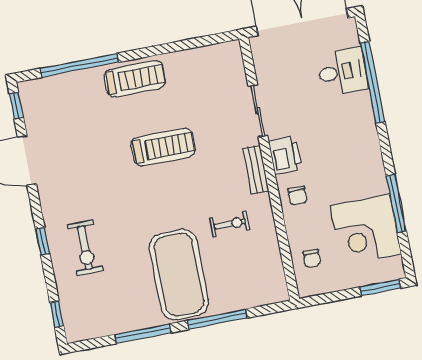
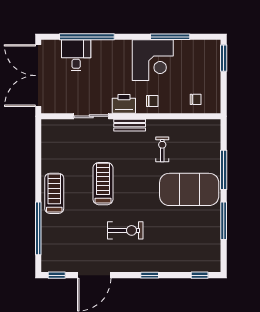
corner desk: (366, 230) -> (153, 60), moved
exercise bike: (85, 248) -> (125, 230), moved

